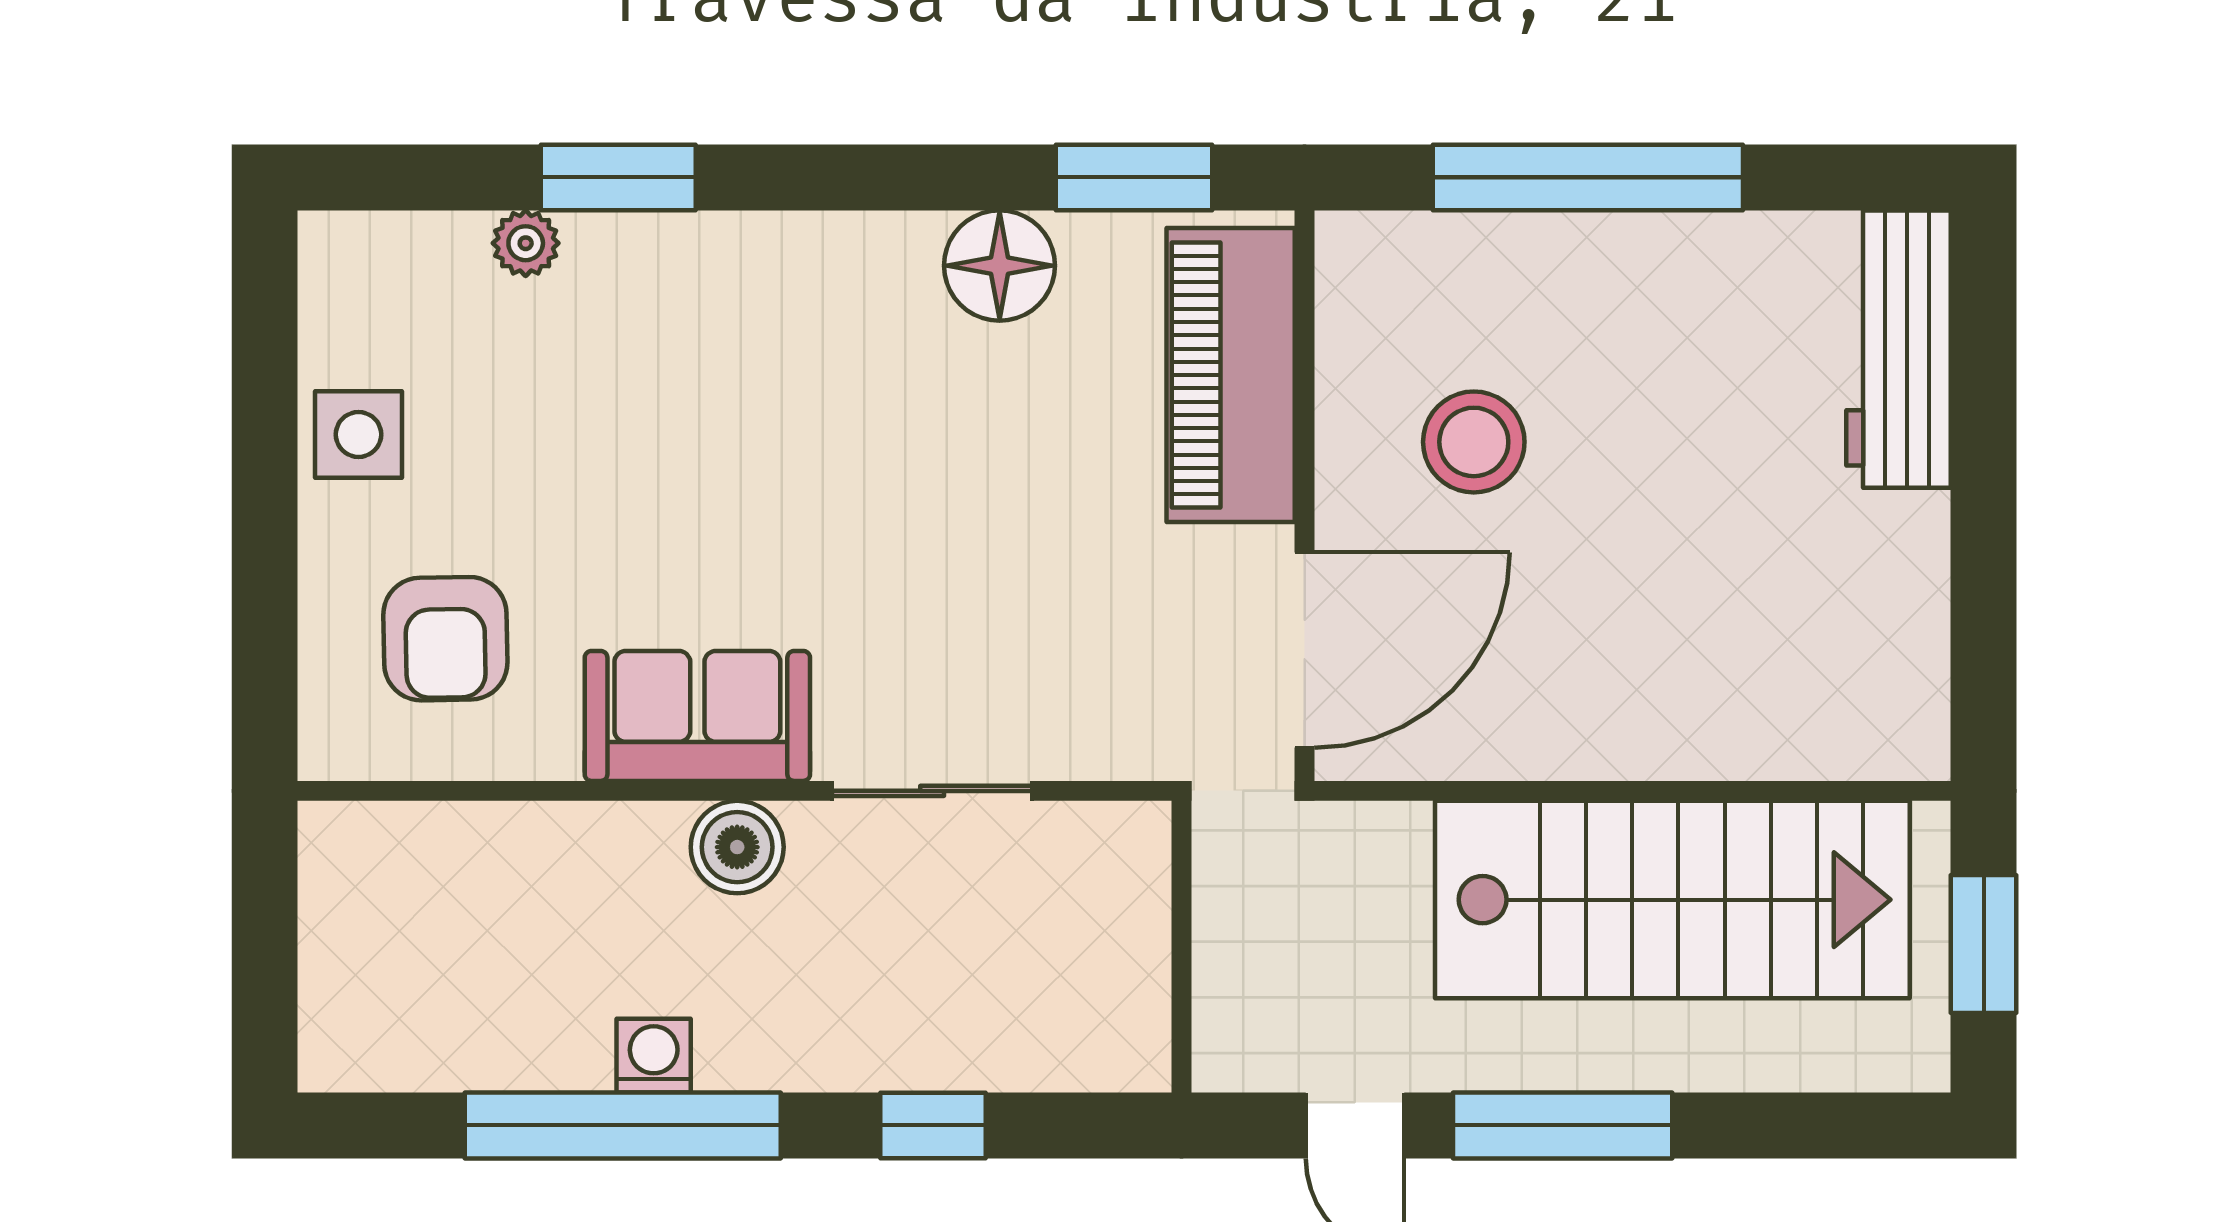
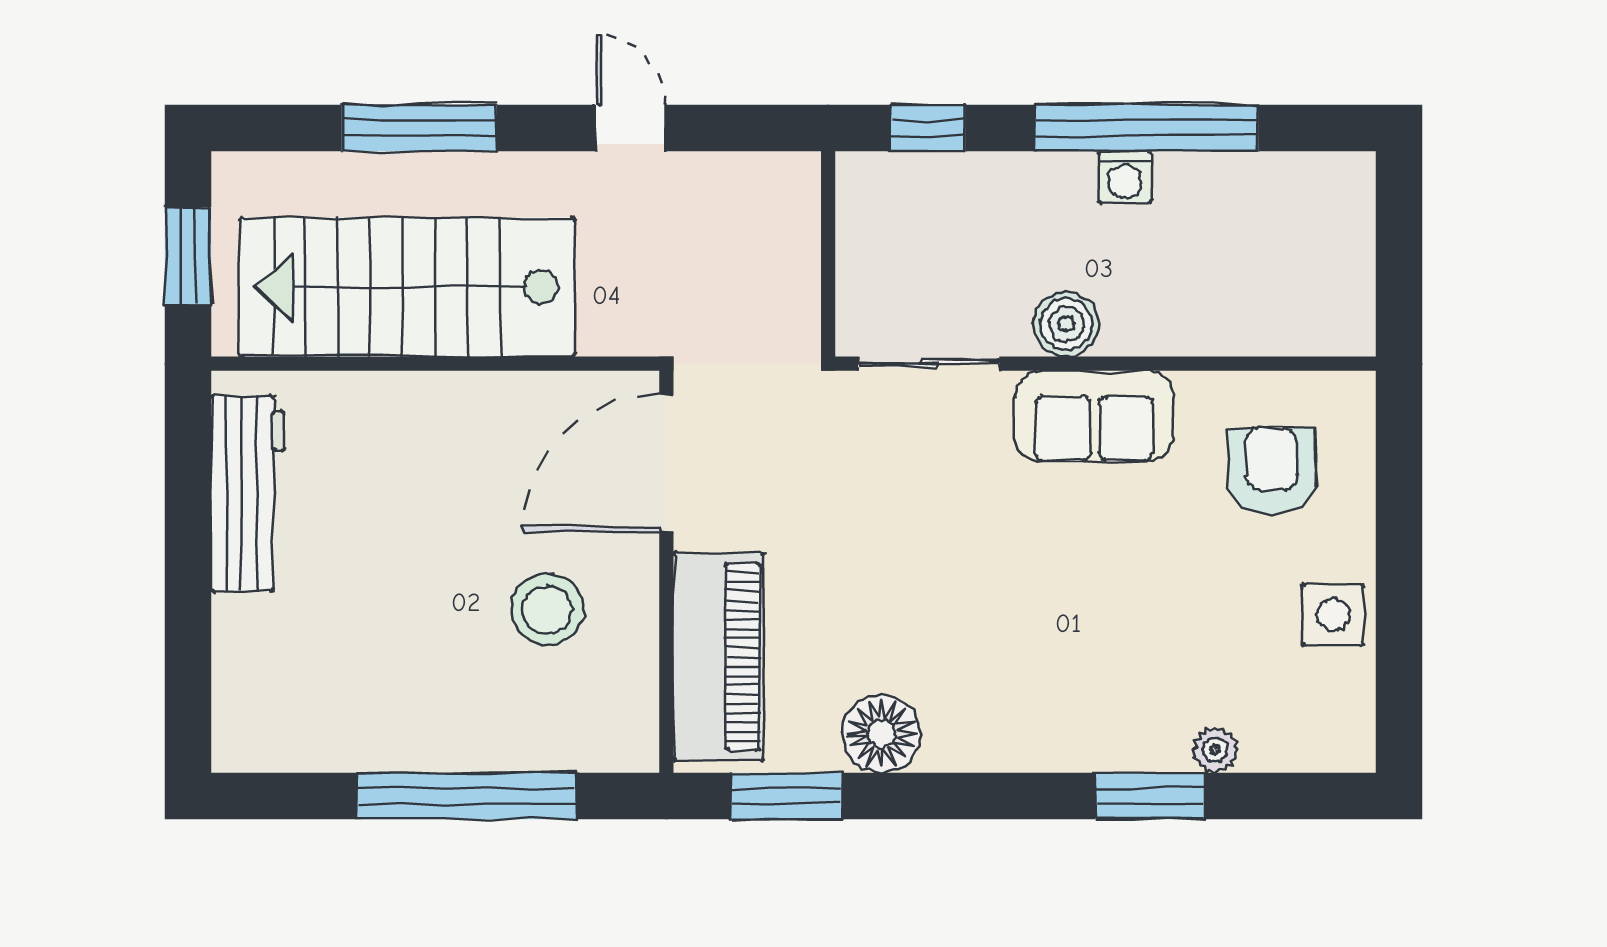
workbench: (1899, 349) -> (248, 494), moved
wall: (1182, 947) -> (828, 254), moved
window: (1563, 1125) -> (419, 128), moved

